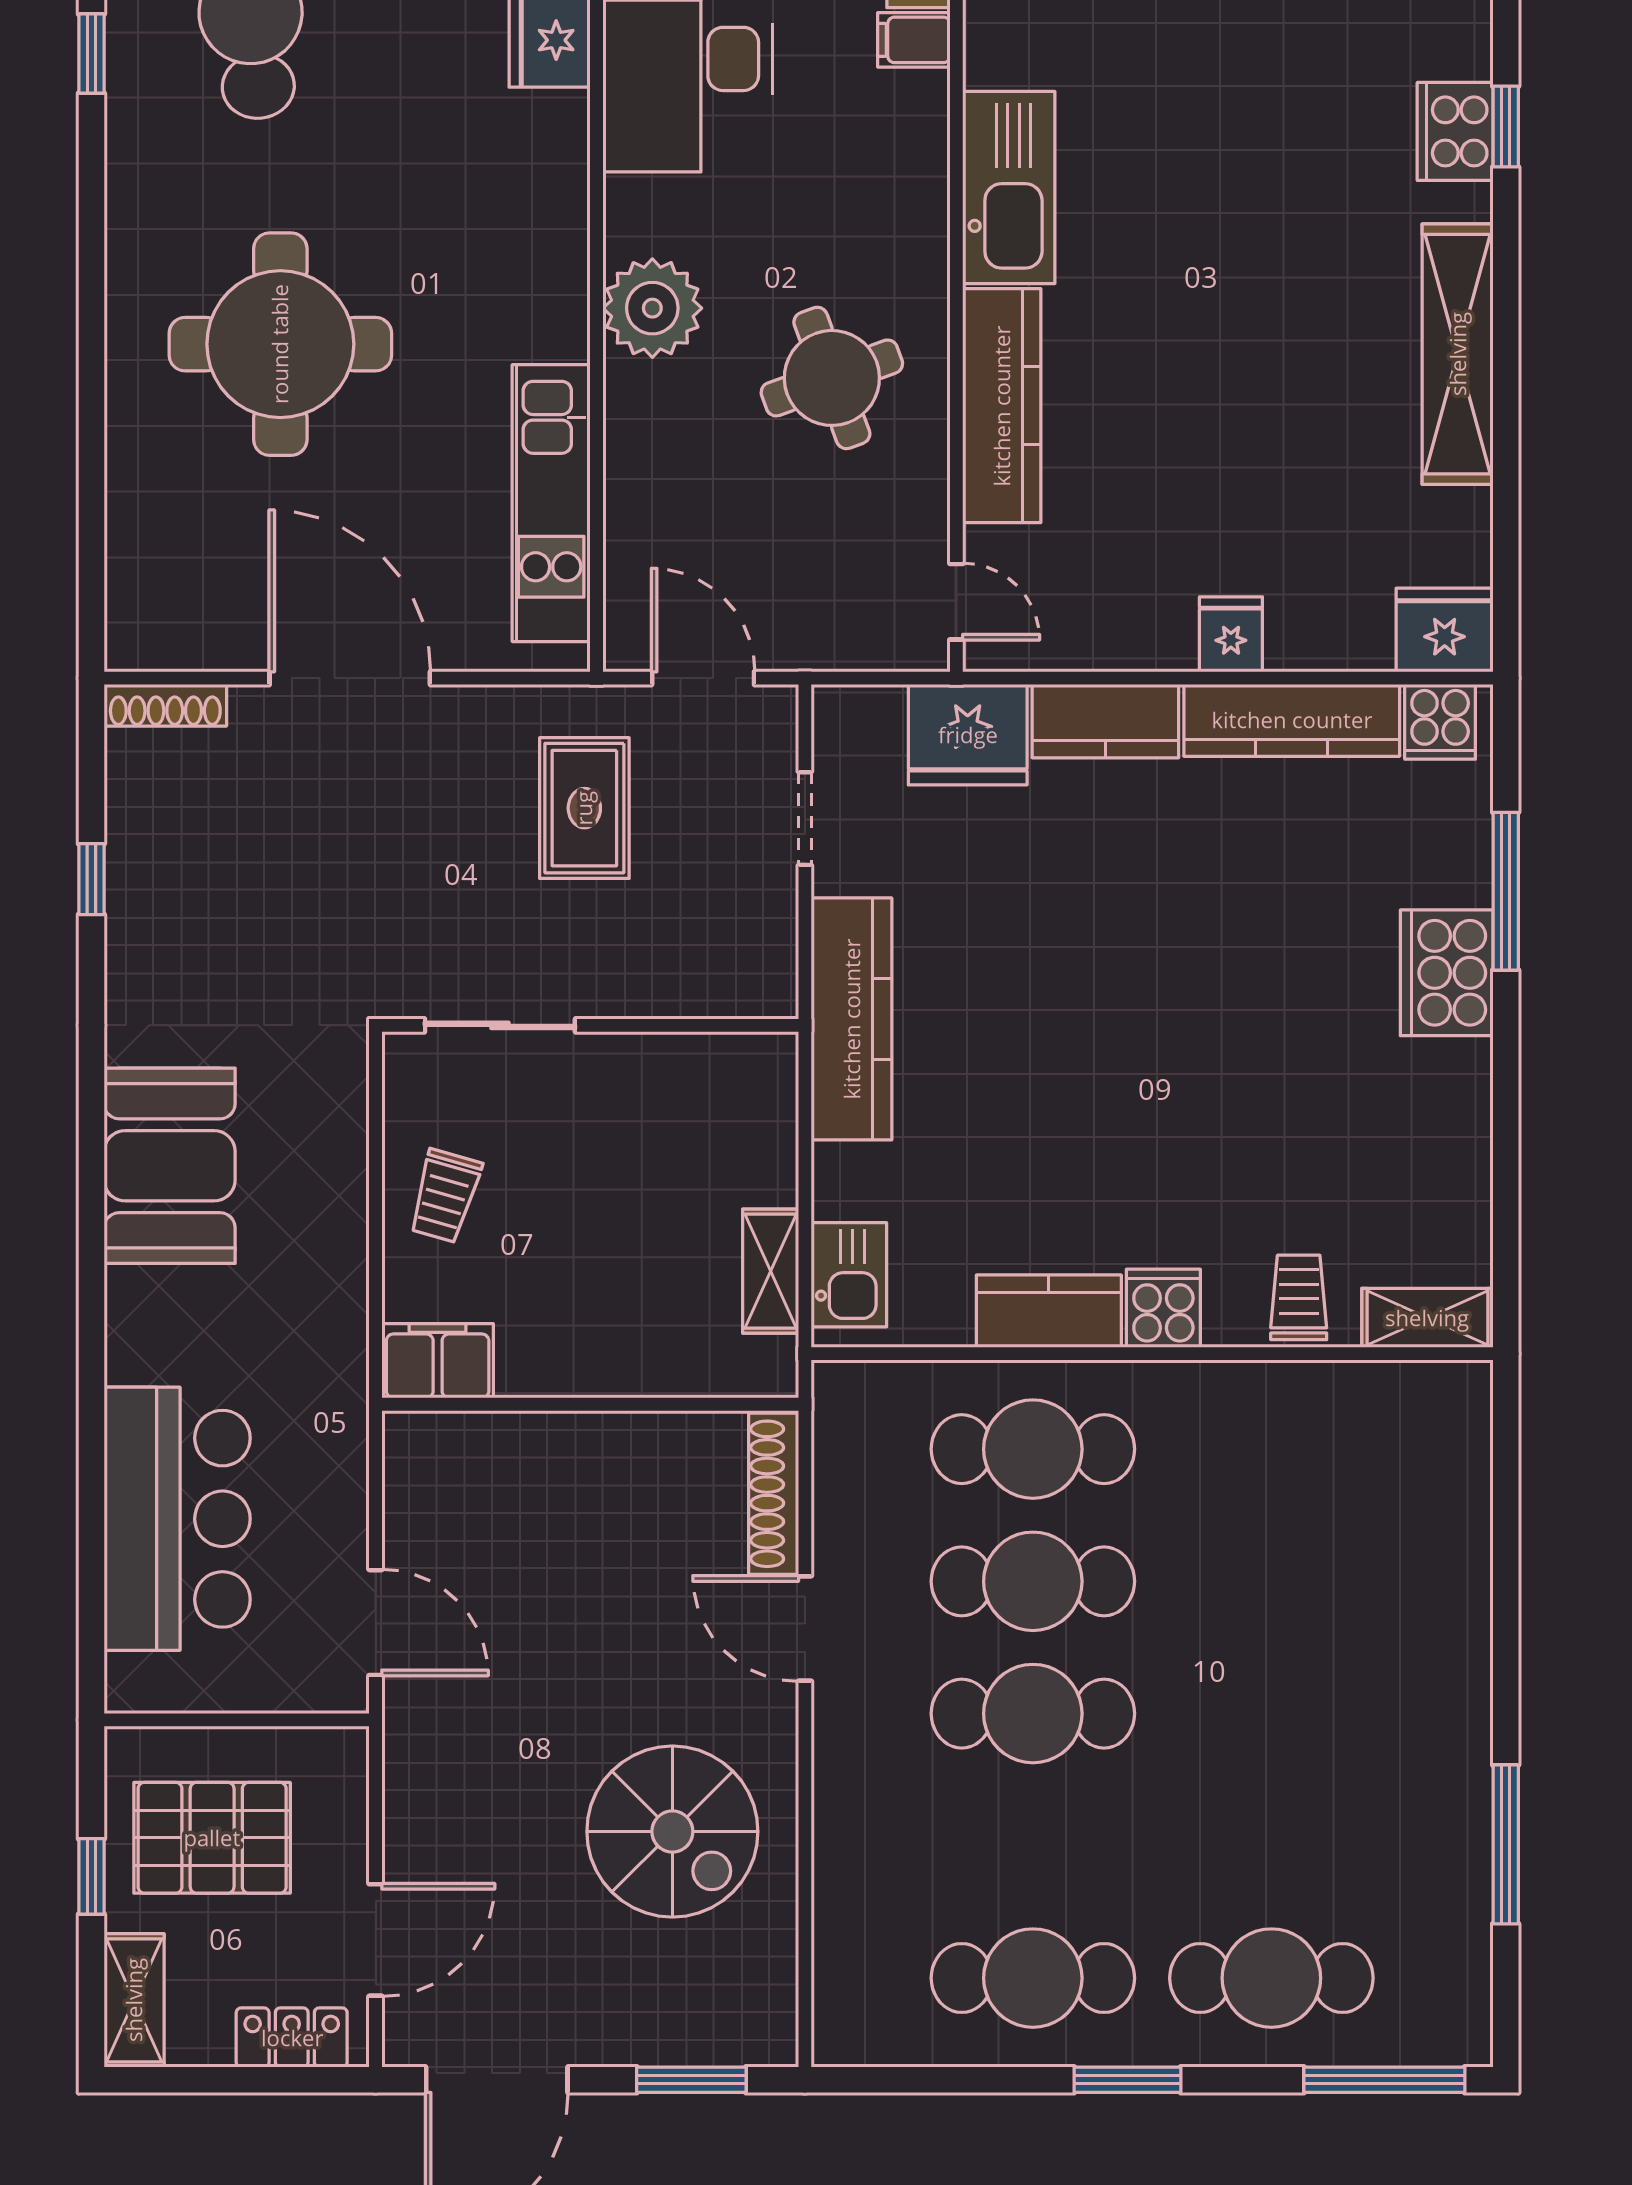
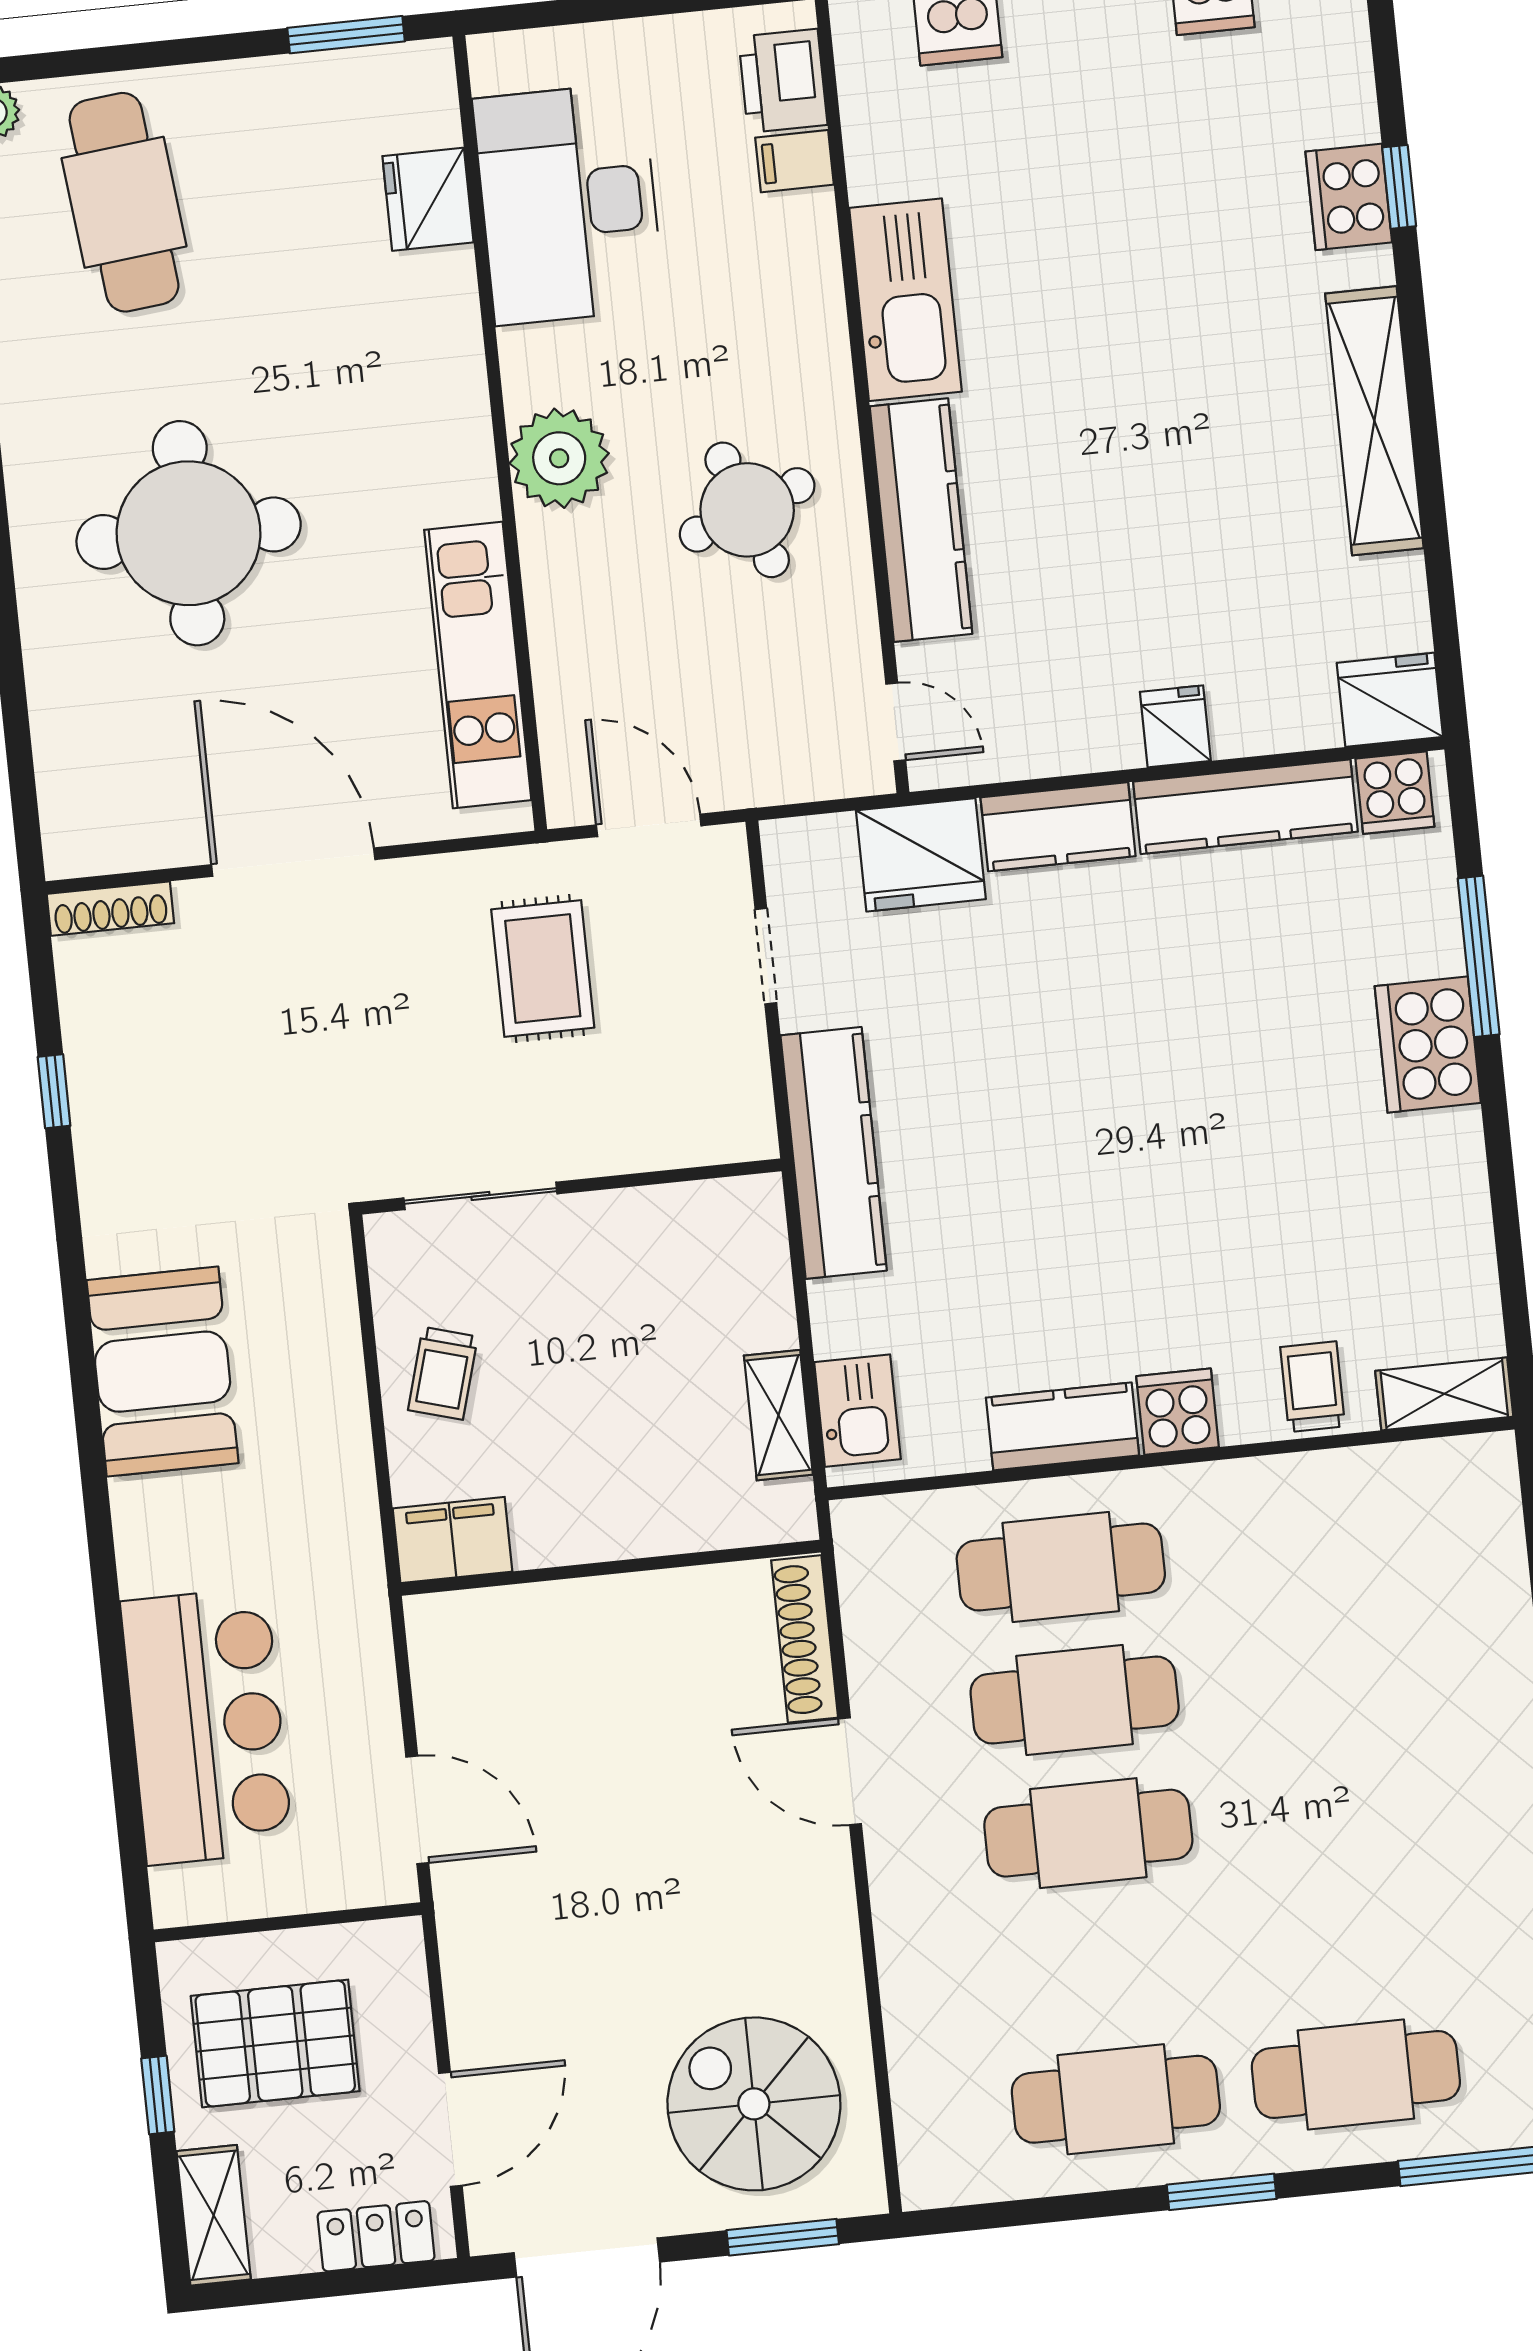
spiral stairs: (672, 1832) -> (754, 2104), moved, turned 180

